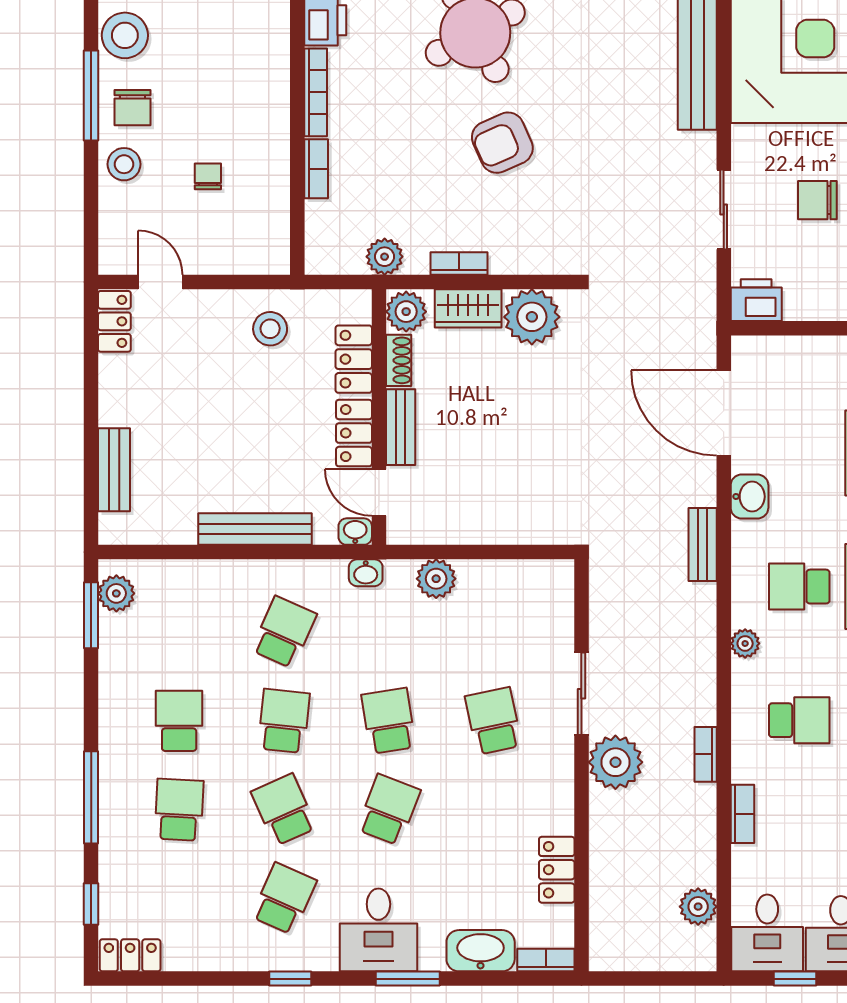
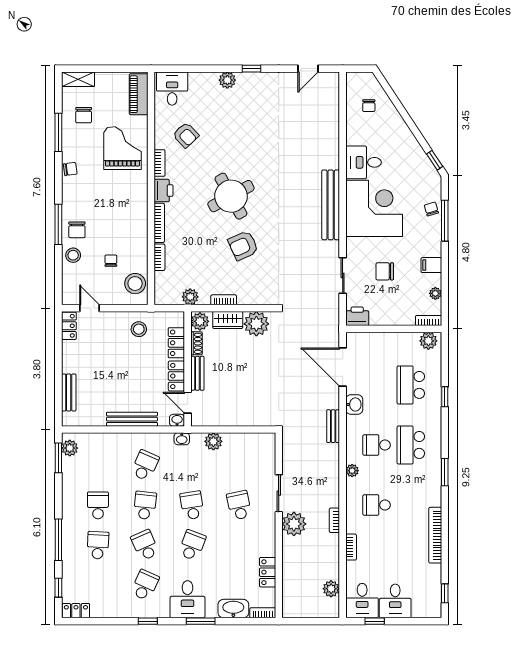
stool: (125, 35) -> (135, 284), moved
school desk: (799, 720) -> (377, 505), turned 180

